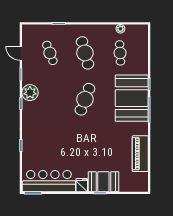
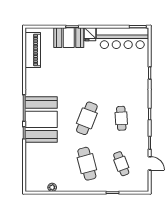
cafe table: (120, 53) -> (121, 118), moved
plant: (30, 93) -> (141, 125), removed
piano: (140, 154) -> (33, 50), moved

